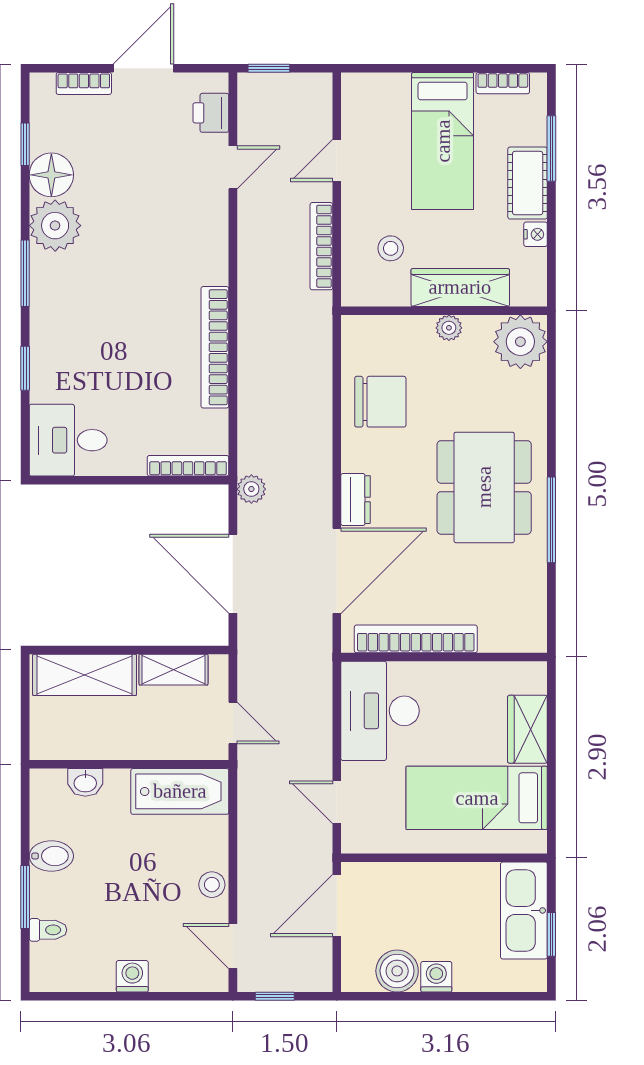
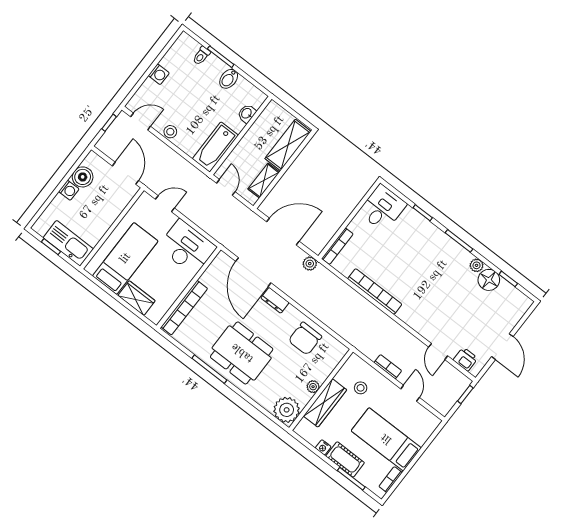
bookcase: (84, 83) -> (514, 319), removed
plant: (55, 226) -> (477, 265), width x0.53, depth x0.53
bookcase: (321, 246) -> (388, 367), width x0.64
bookcase: (416, 639) -> (184, 308), moved
door: (233, 723) -> (226, 187), swing flipped

